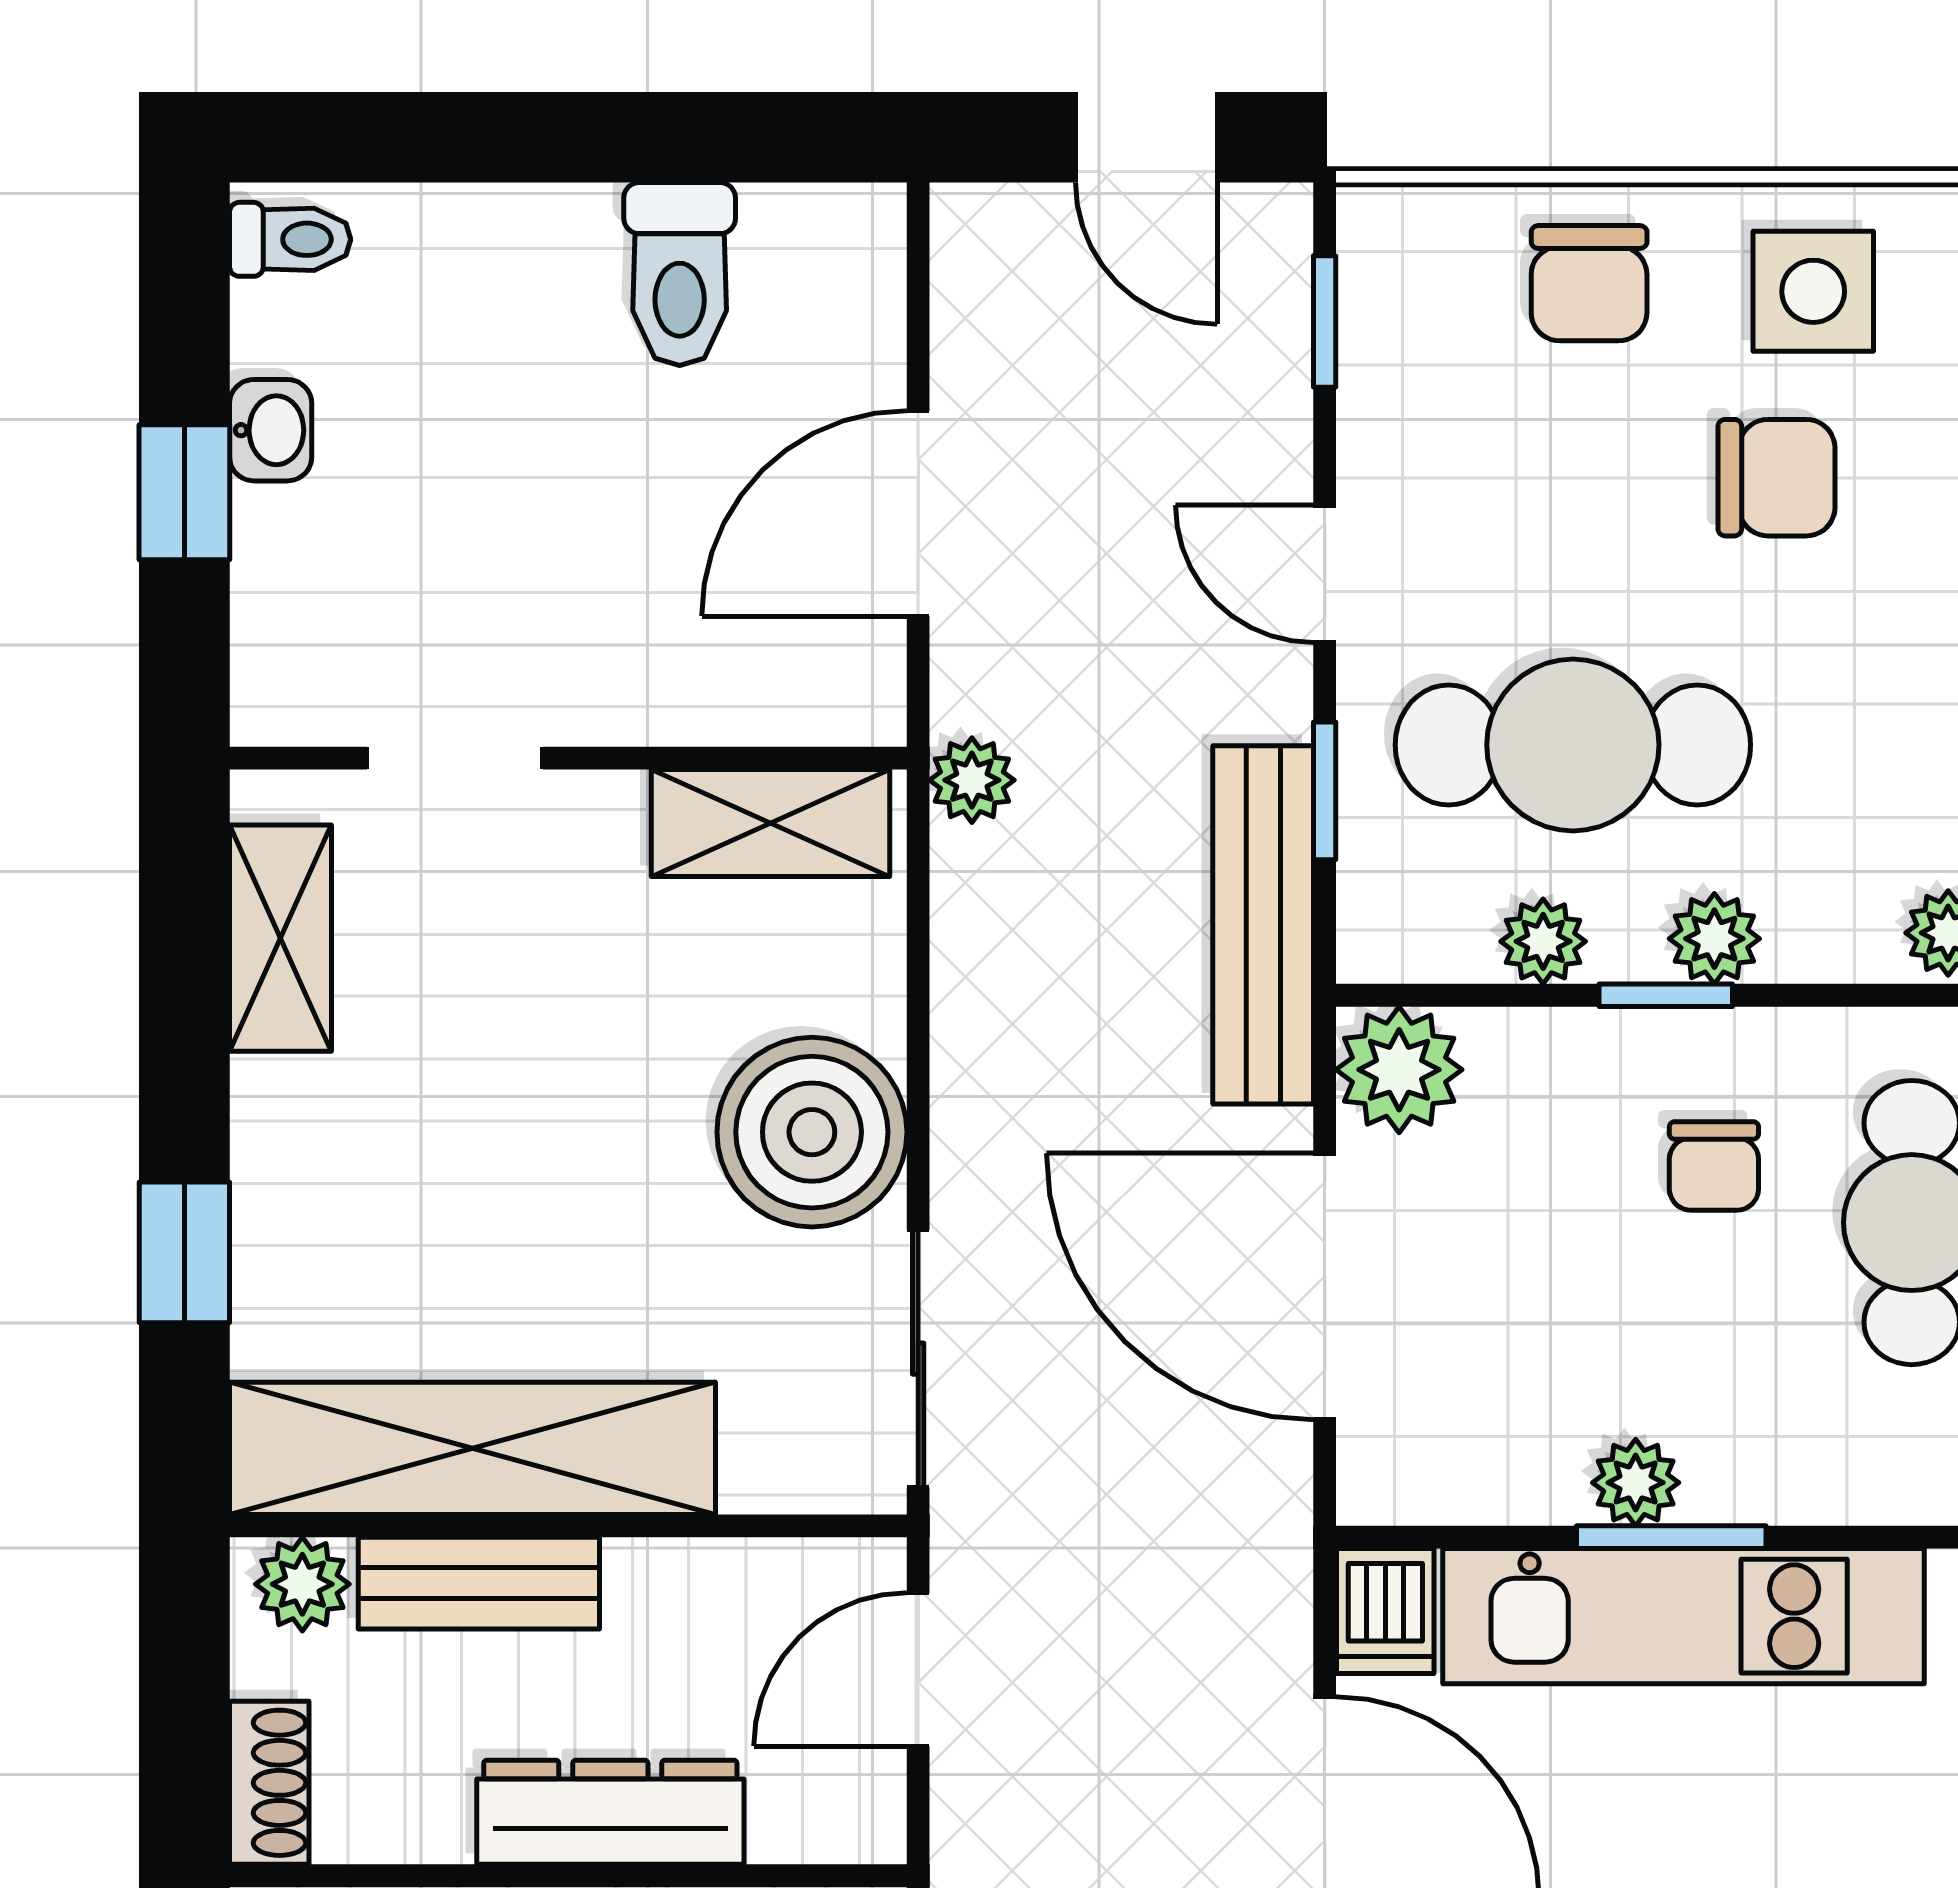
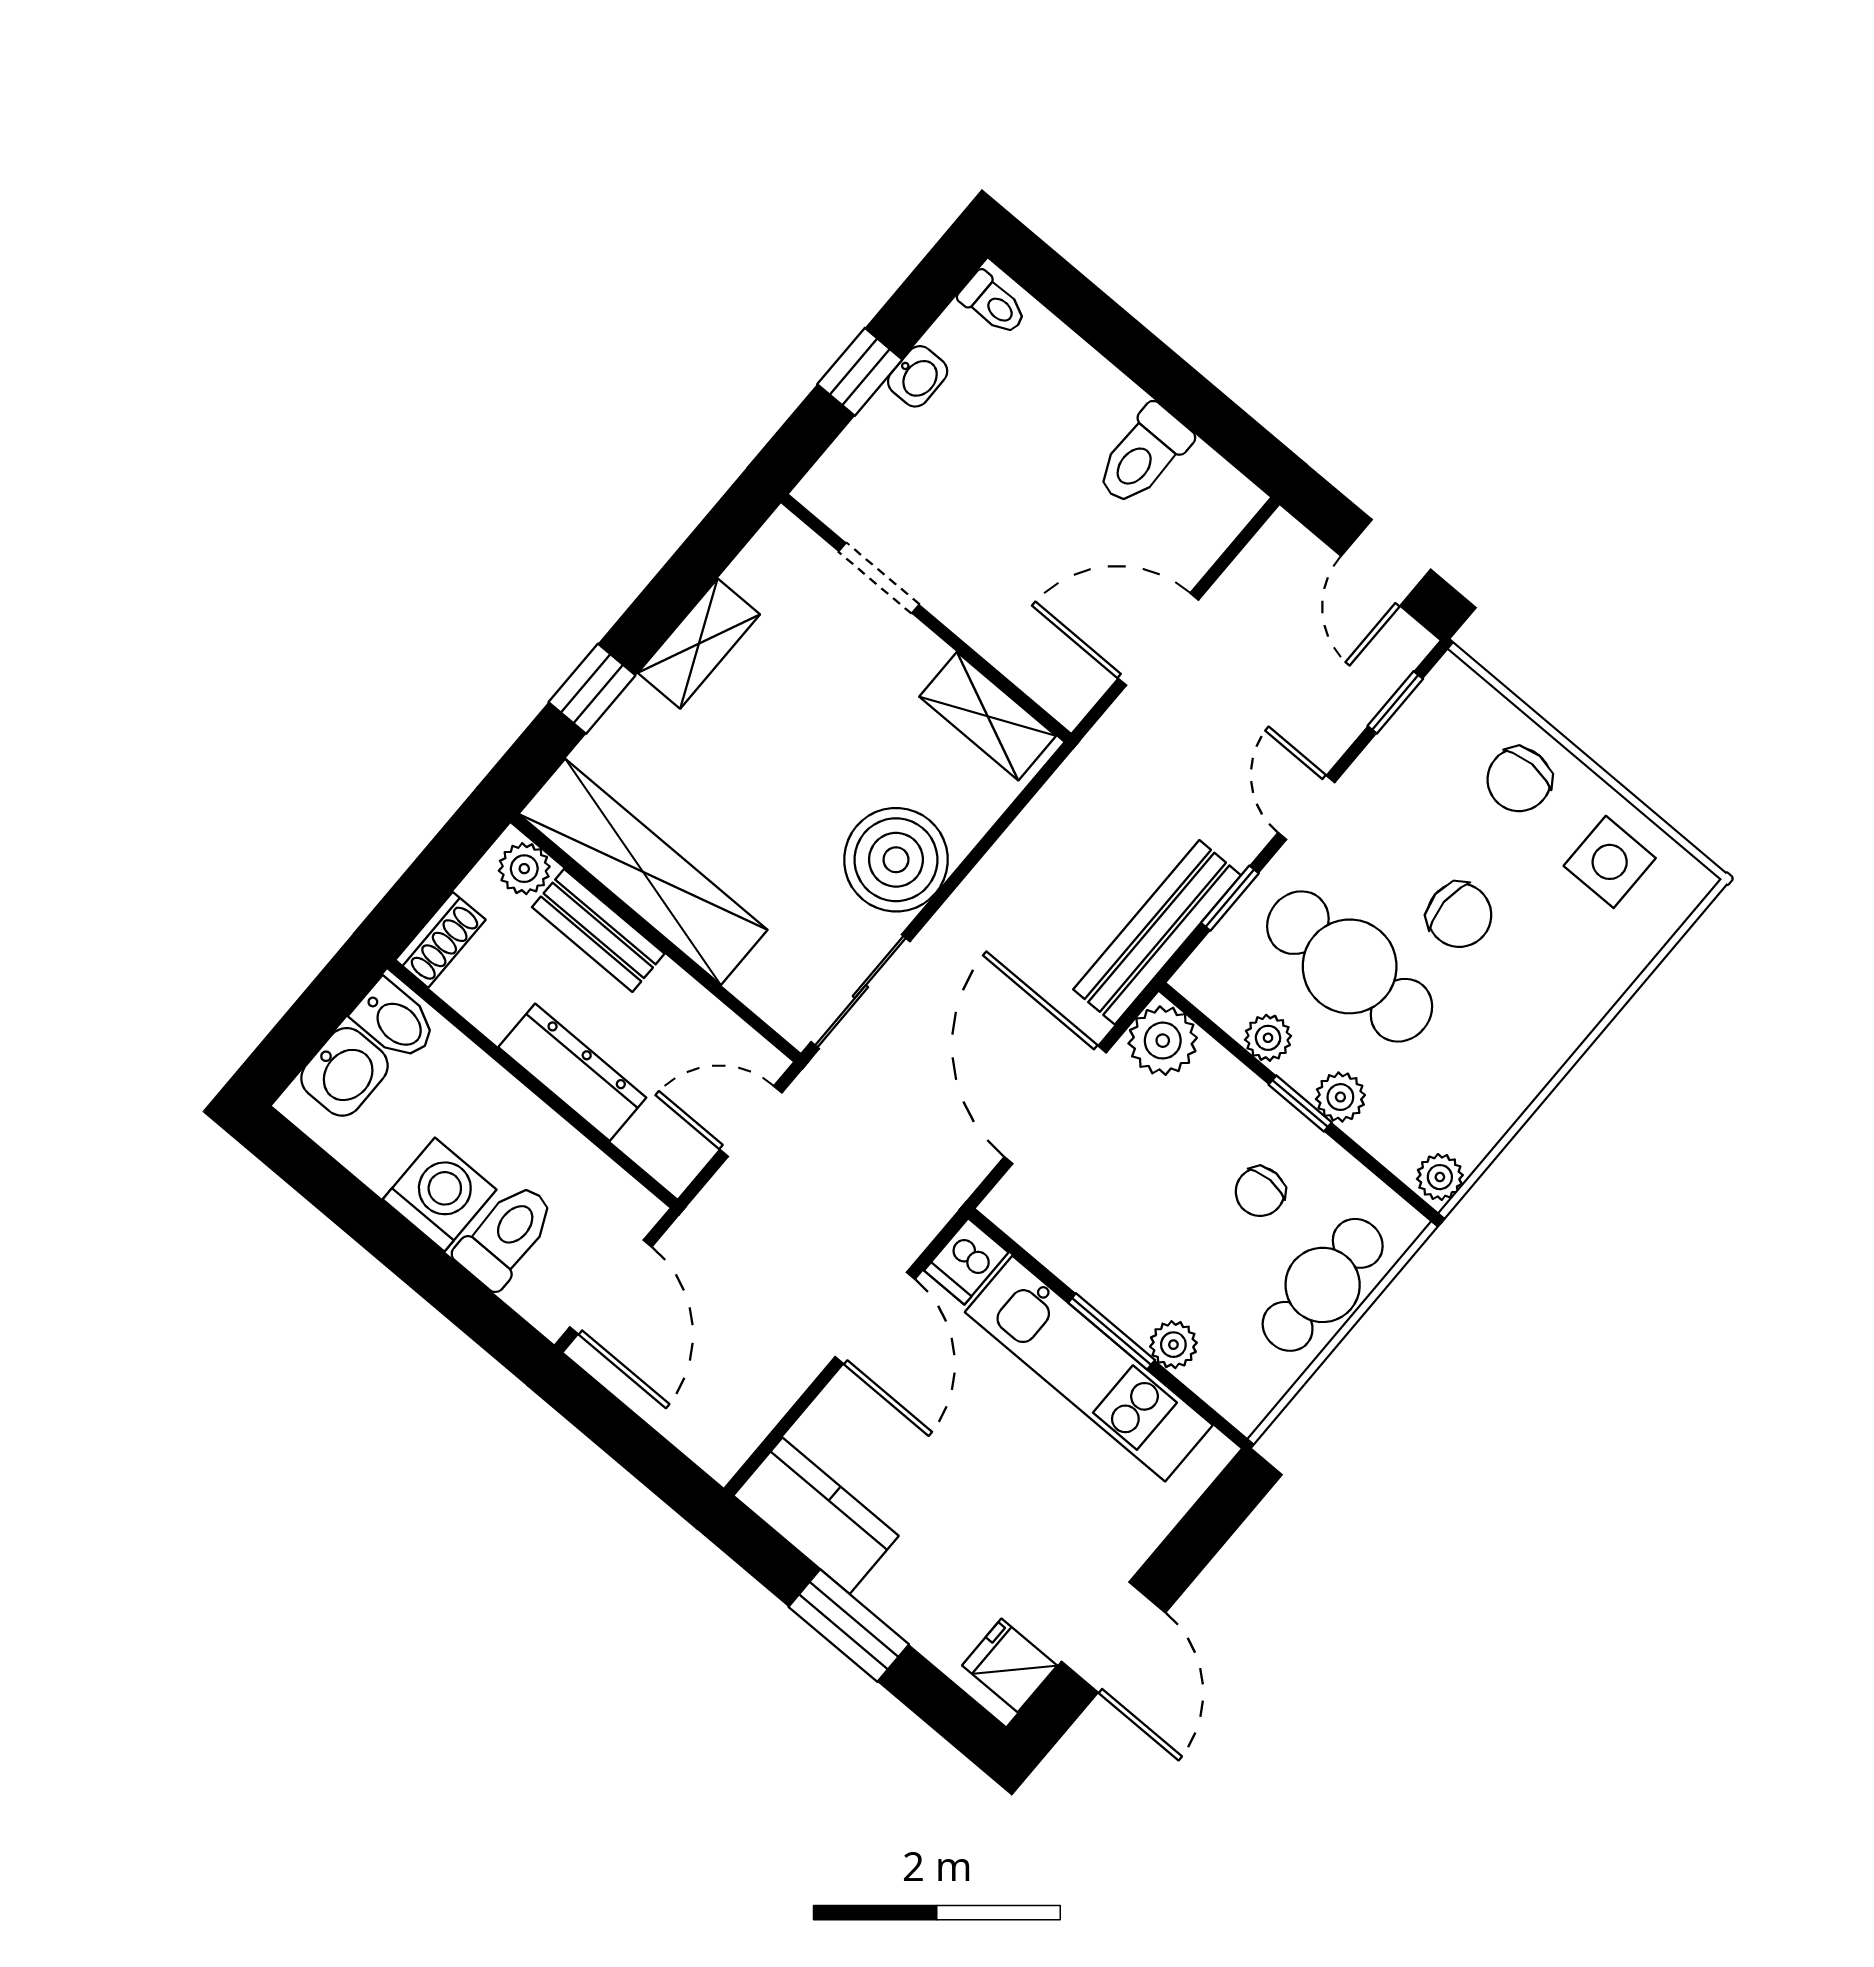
chair: (1777, 478) -> (1459, 915), moved
plant: (972, 780) -> (1087, 769), removed
shelving: (280, 938) -> (699, 644), moved
plant: (1636, 1483) -> (1173, 1345), moved

